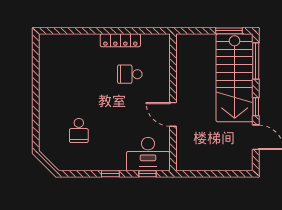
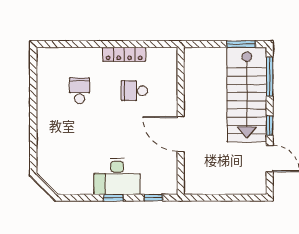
door: (173, 114) -> (181, 134), width x1.36
school desk: (79, 130) -> (80, 91), moved, turned 180
desk: (148, 154) -> (117, 177), moved

